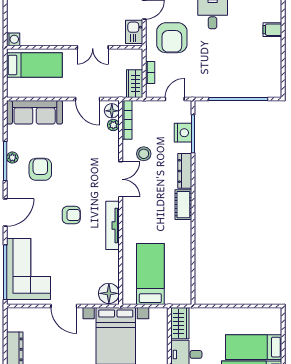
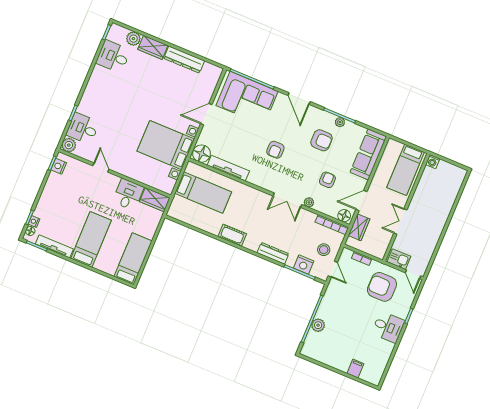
wardrobe: (135, 84) -> (359, 227), moved, turned 90
plant: (242, 90) -> (318, 325), added
plant: (113, 125) -> (309, 202), moved
armchair: (80, 145) -> (327, 180), added
stool: (144, 154) -> (324, 250), moved
cot: (183, 205) -> (232, 235), moved
tv unit: (113, 225) -> (228, 168), moved
bed: (254, 347) -> (133, 259), moved

